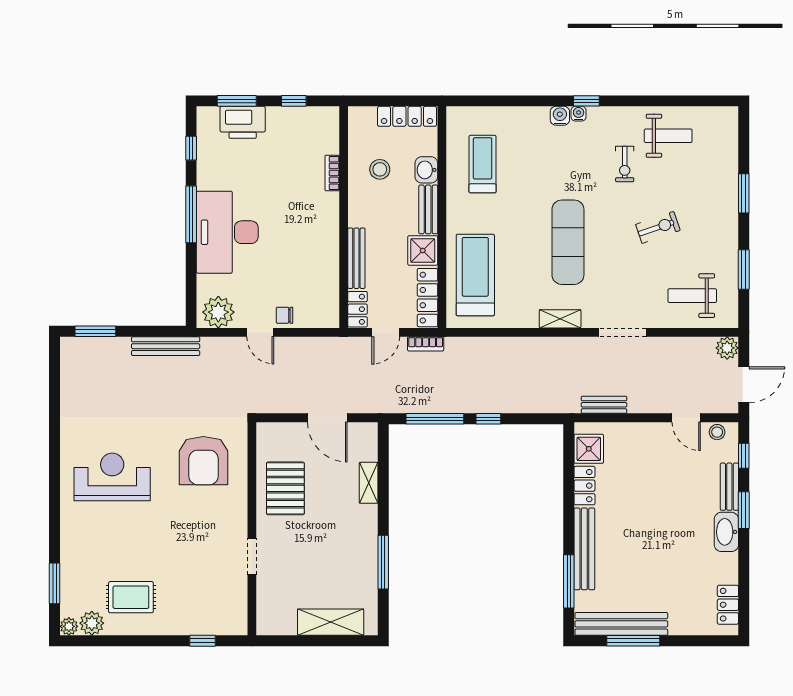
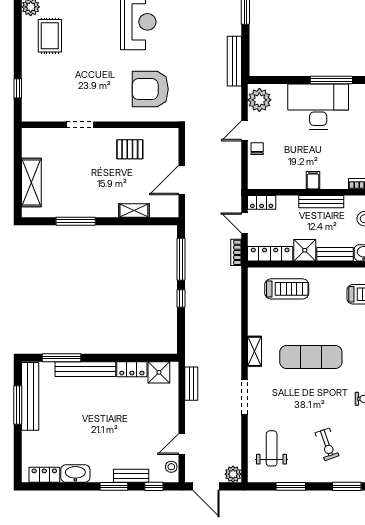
exercise bike: (658, 227) -> (327, 444), moved
filing cabinet: (327, 239) -> (313, 180), added
bench: (356, 258) -> (321, 202), moved
treadmill: (475, 275) -> (287, 289), width x0.73, depth x0.73
pallet: (285, 488) -> (130, 149), width x0.67, depth x0.71
washbasin: (726, 532) -> (75, 474), moved

